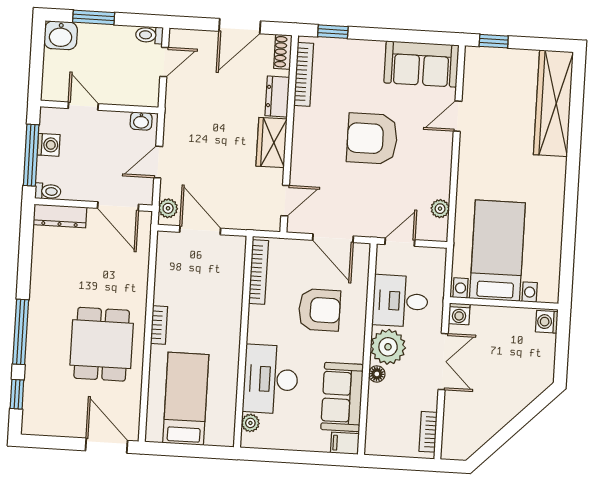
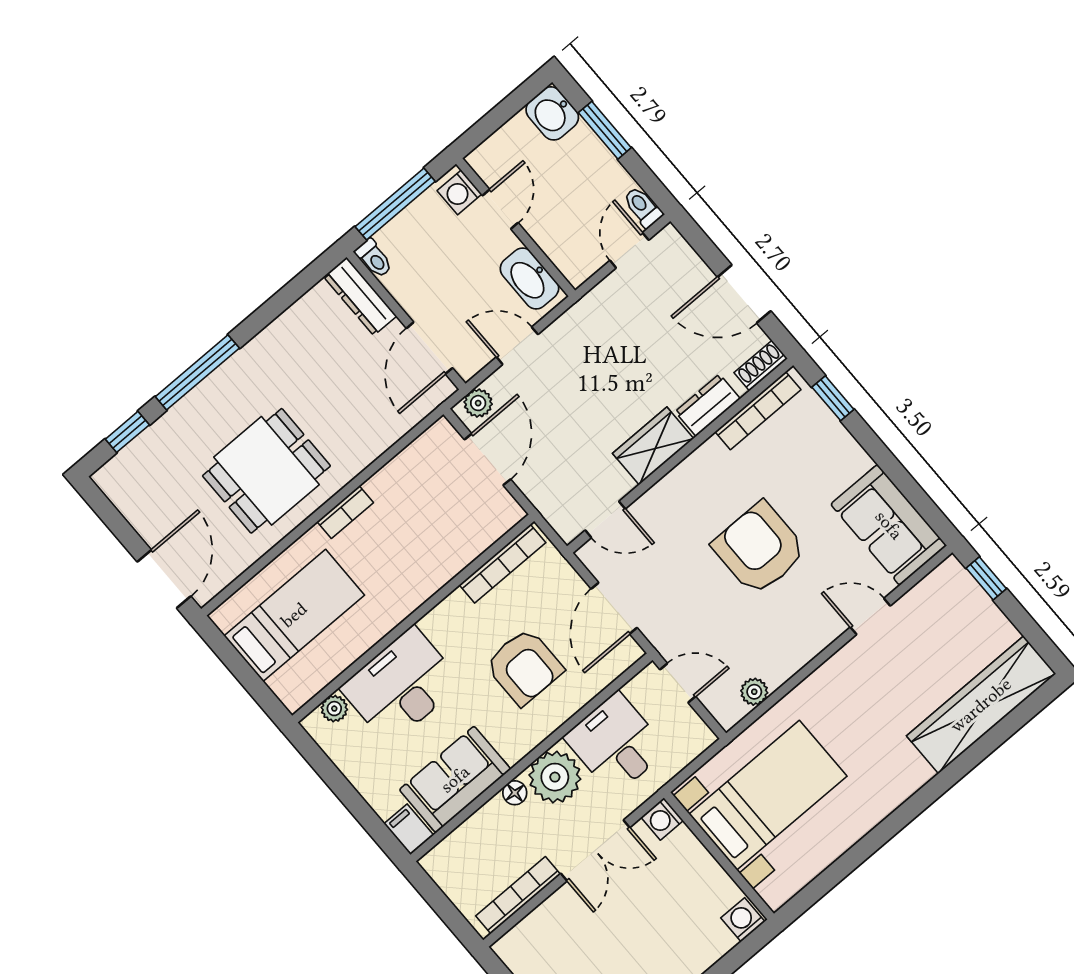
door: (164, 62) -> (629, 250), swing flipped
washbasin: (141, 121) -> (529, 279), width x1.91, depth x1.45
washing machine: (49, 145) -> (459, 192), moved, turned 90
bookcase: (428, 432) -> (518, 895), width x1.56

